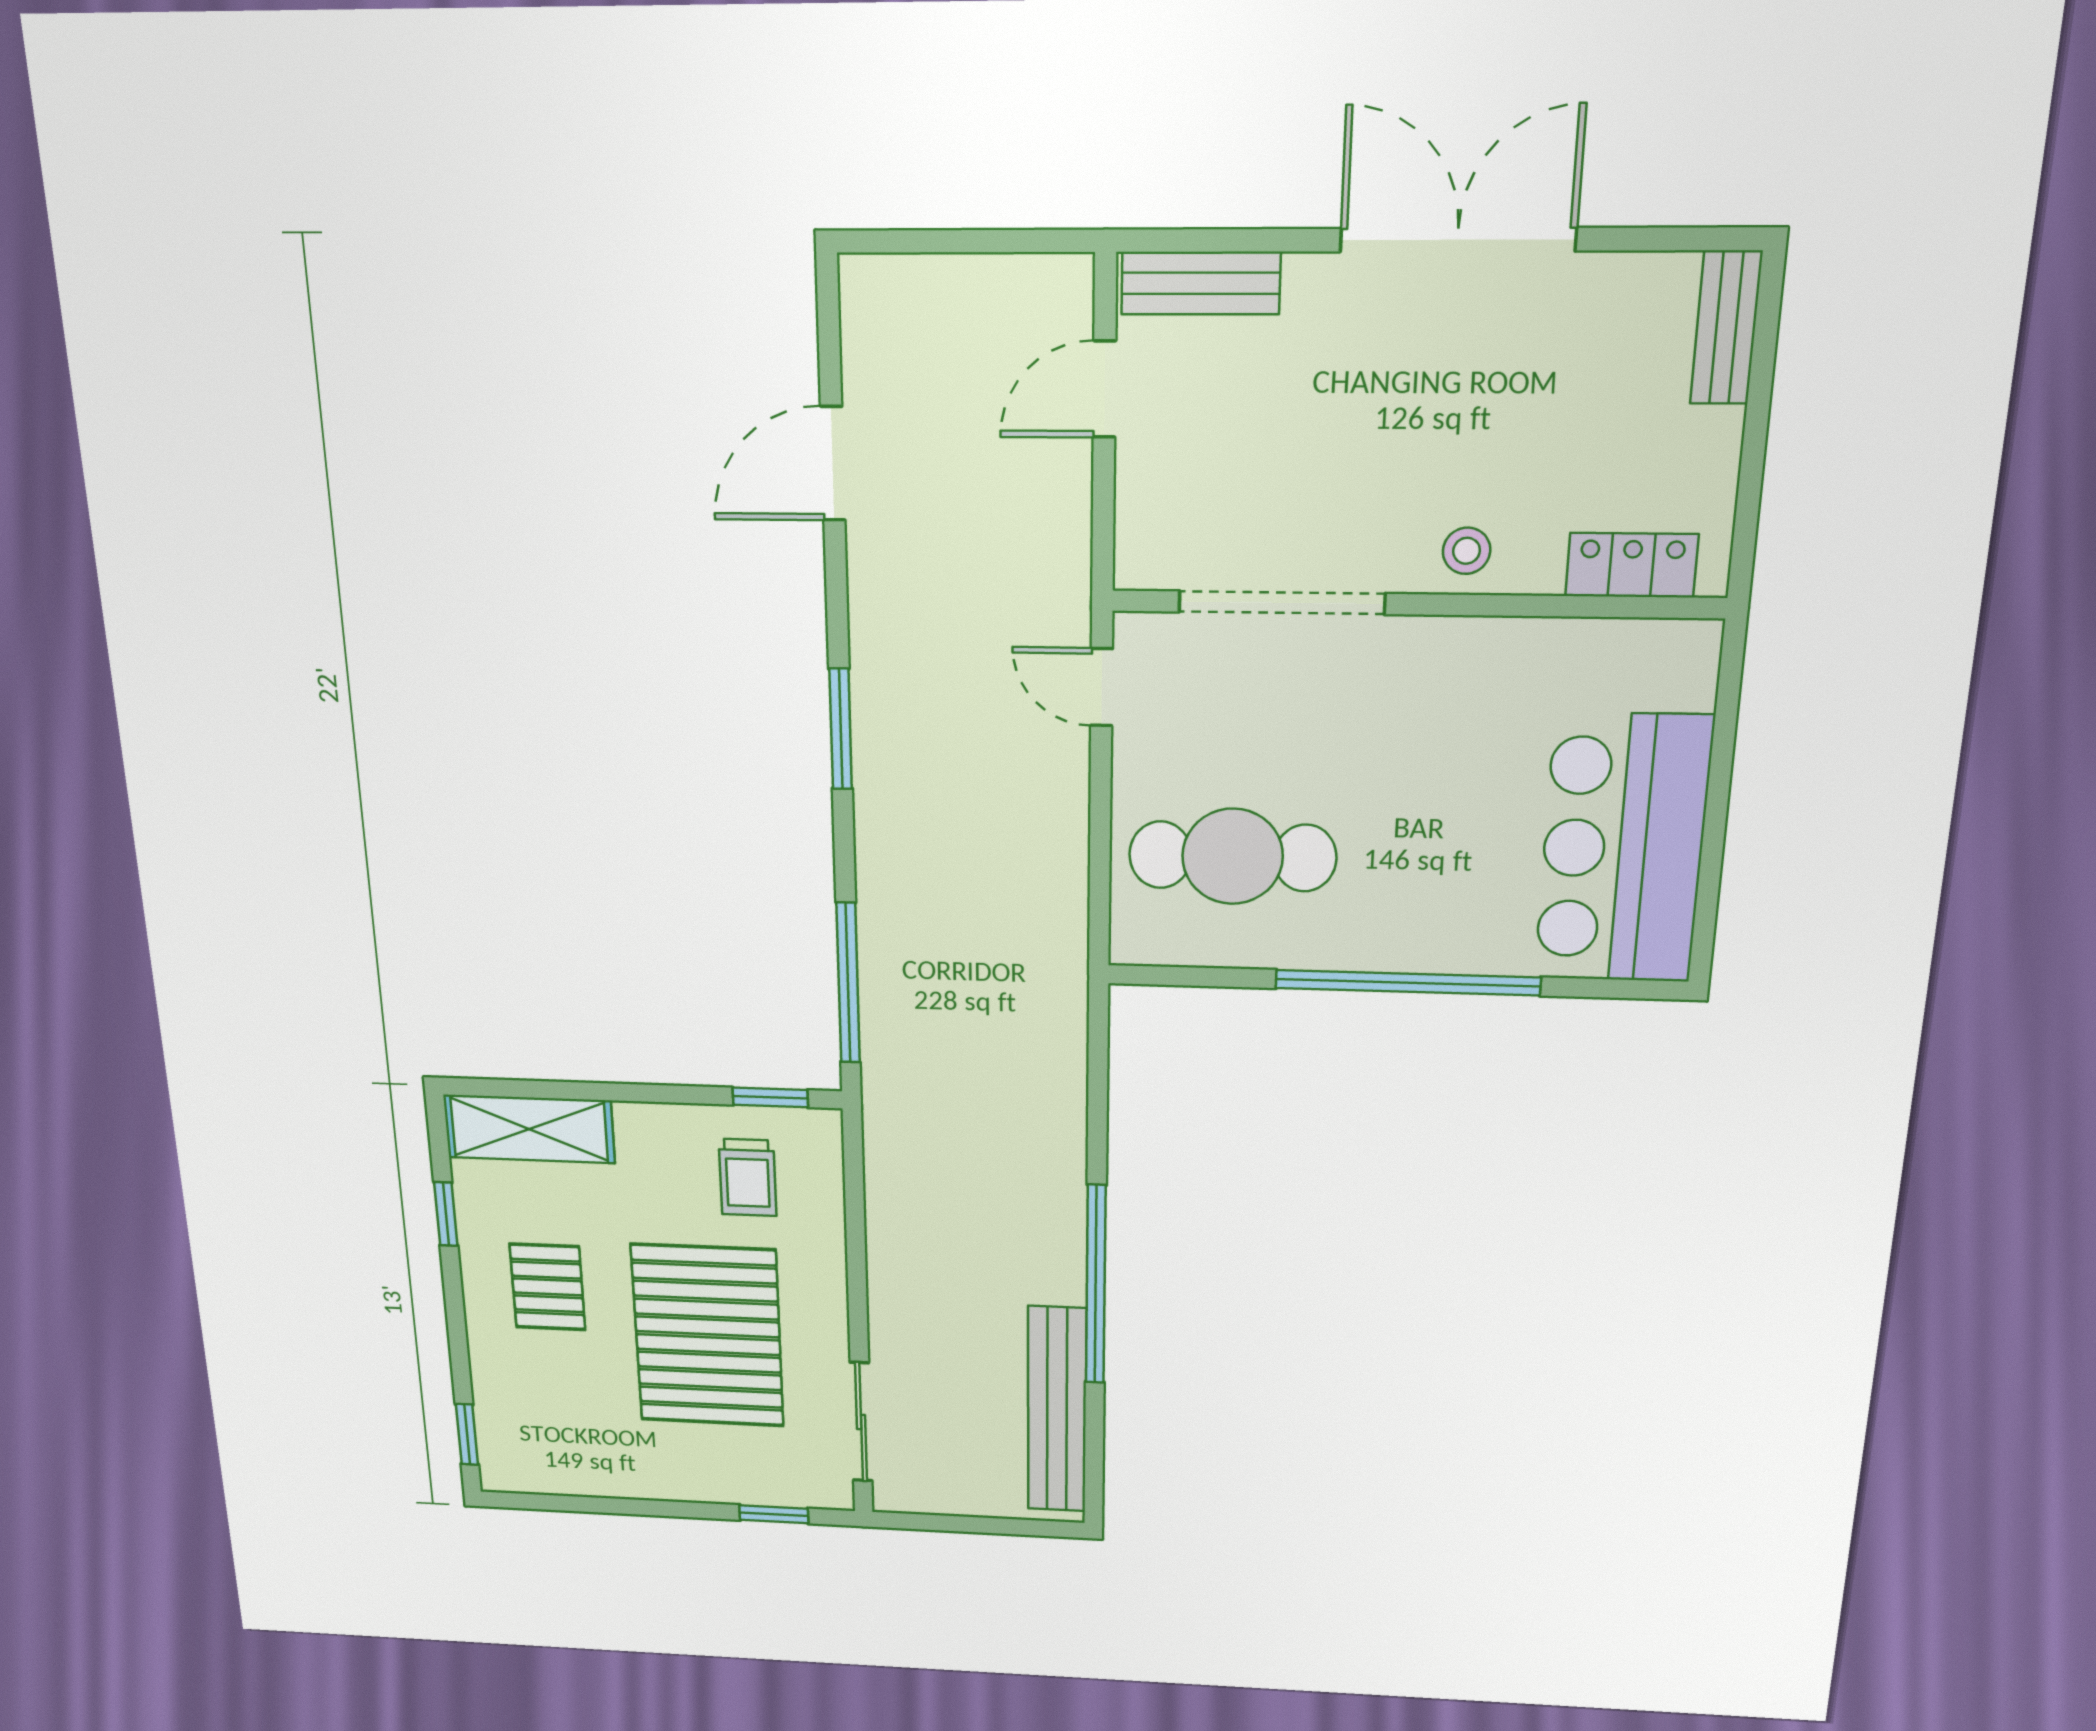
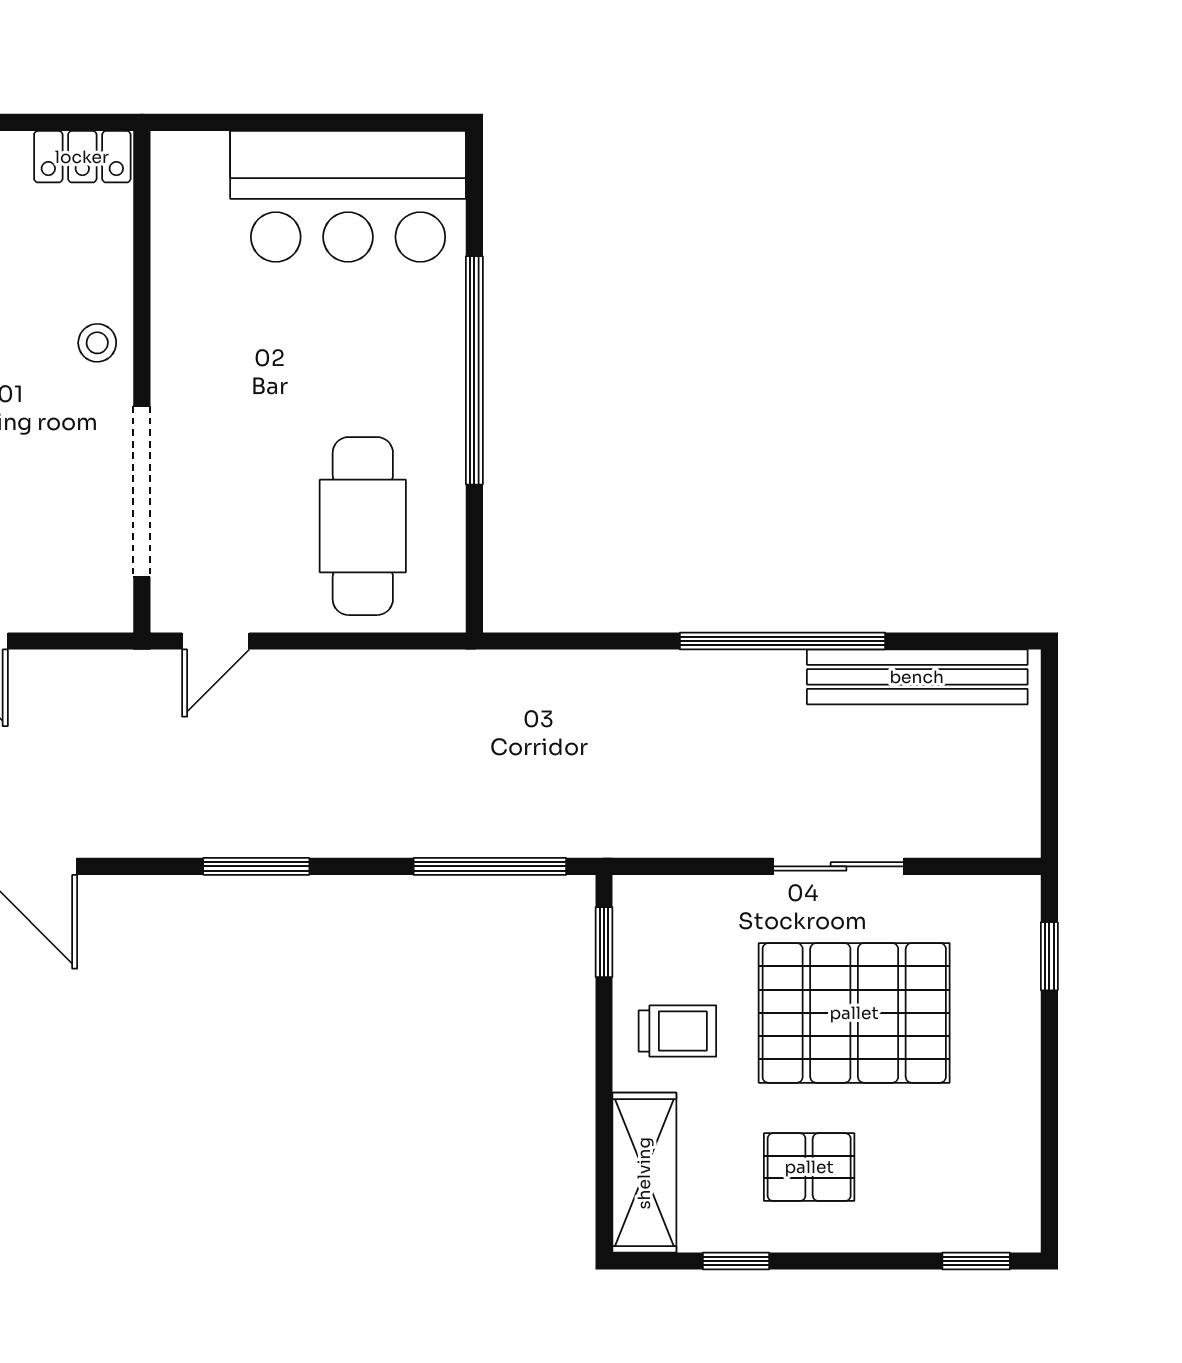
locker: (1632, 565) -> (82, 157), moved, turned -90
trolley: (748, 1177) -> (677, 1031), moved
sliding door: (861, 1422) -> (839, 866), moved

